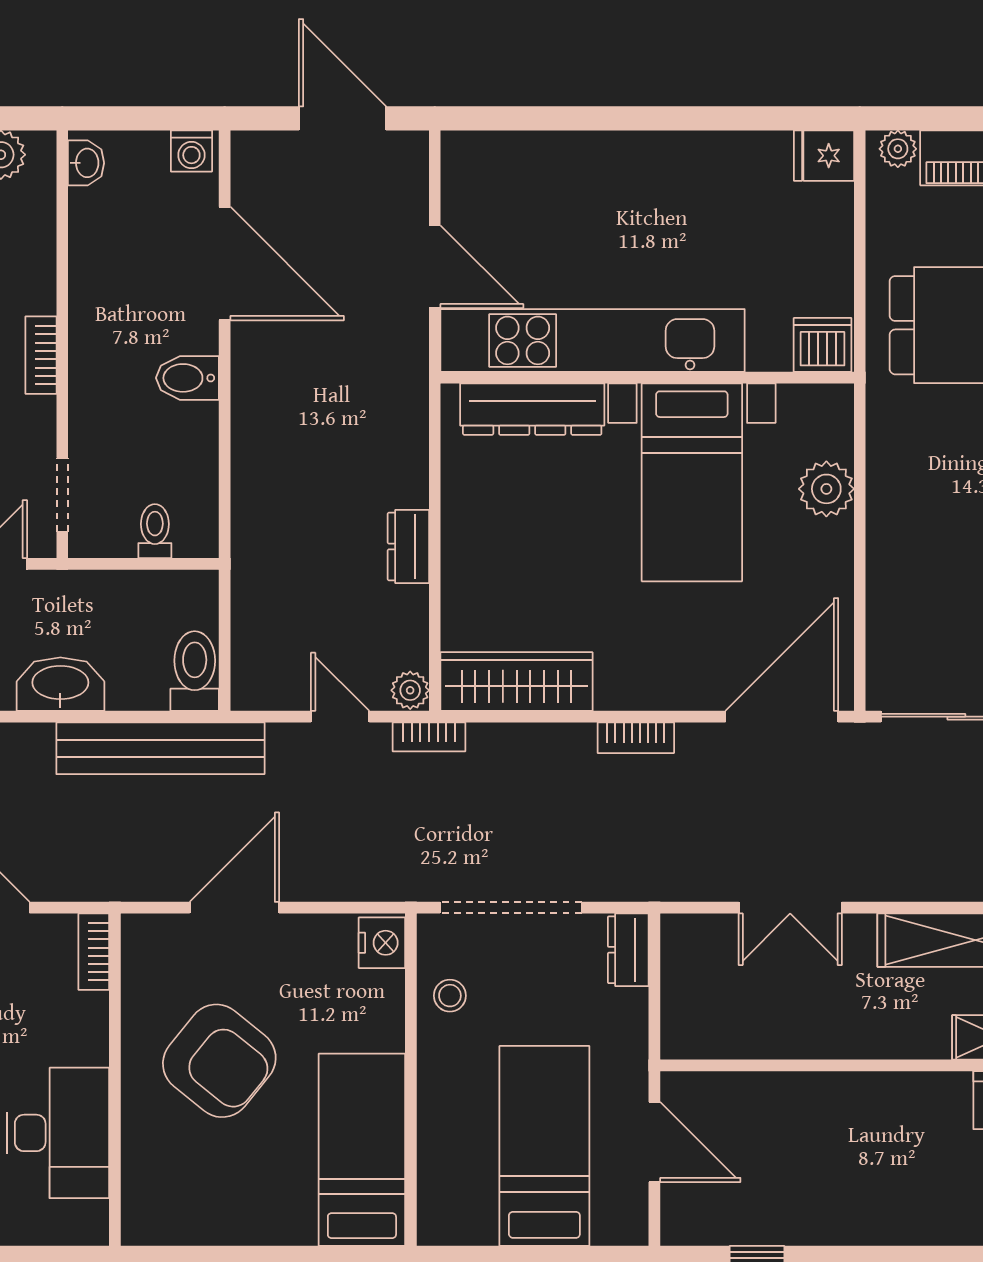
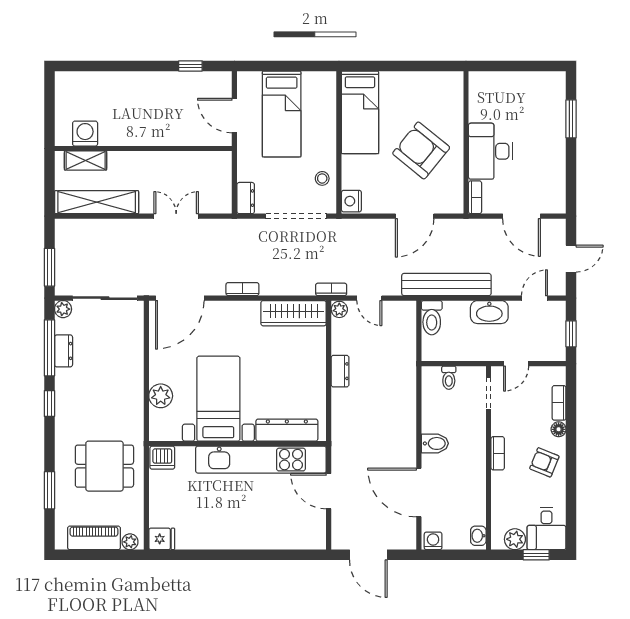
desk: (58, 1133) -> (490, 151), moved

